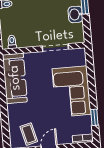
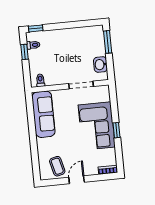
washbasin: (75, 14) -> (100, 65), moved
window: (94, 117) -> (116, 130), moved

